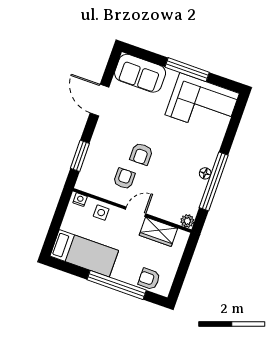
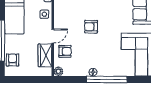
armchair: (124, 179) -> (65, 51), moved
window: (214, 181) -> (107, 79), moved
door: (136, 212) -> (53, 36), hinge flipped

